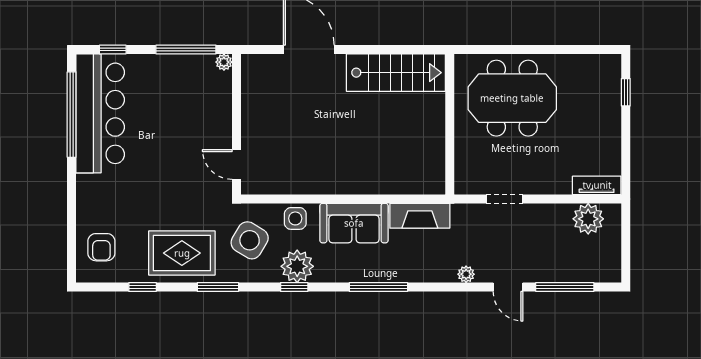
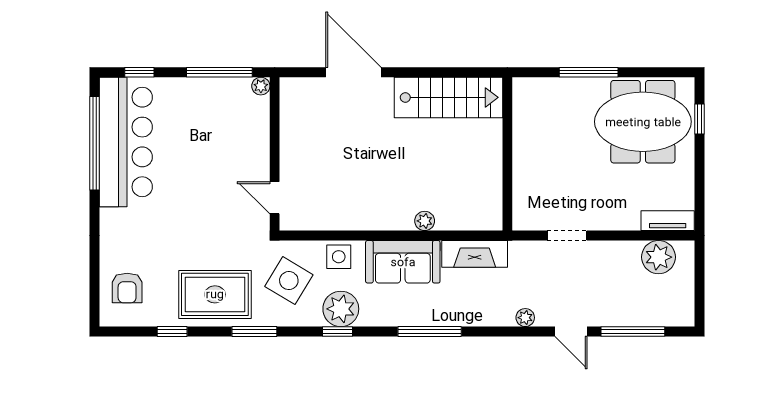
window: (524, 49) -> (589, 72), added
meeting table: (512, 98) -> (643, 122), moved
plant: (374, 186) -> (425, 221), added

